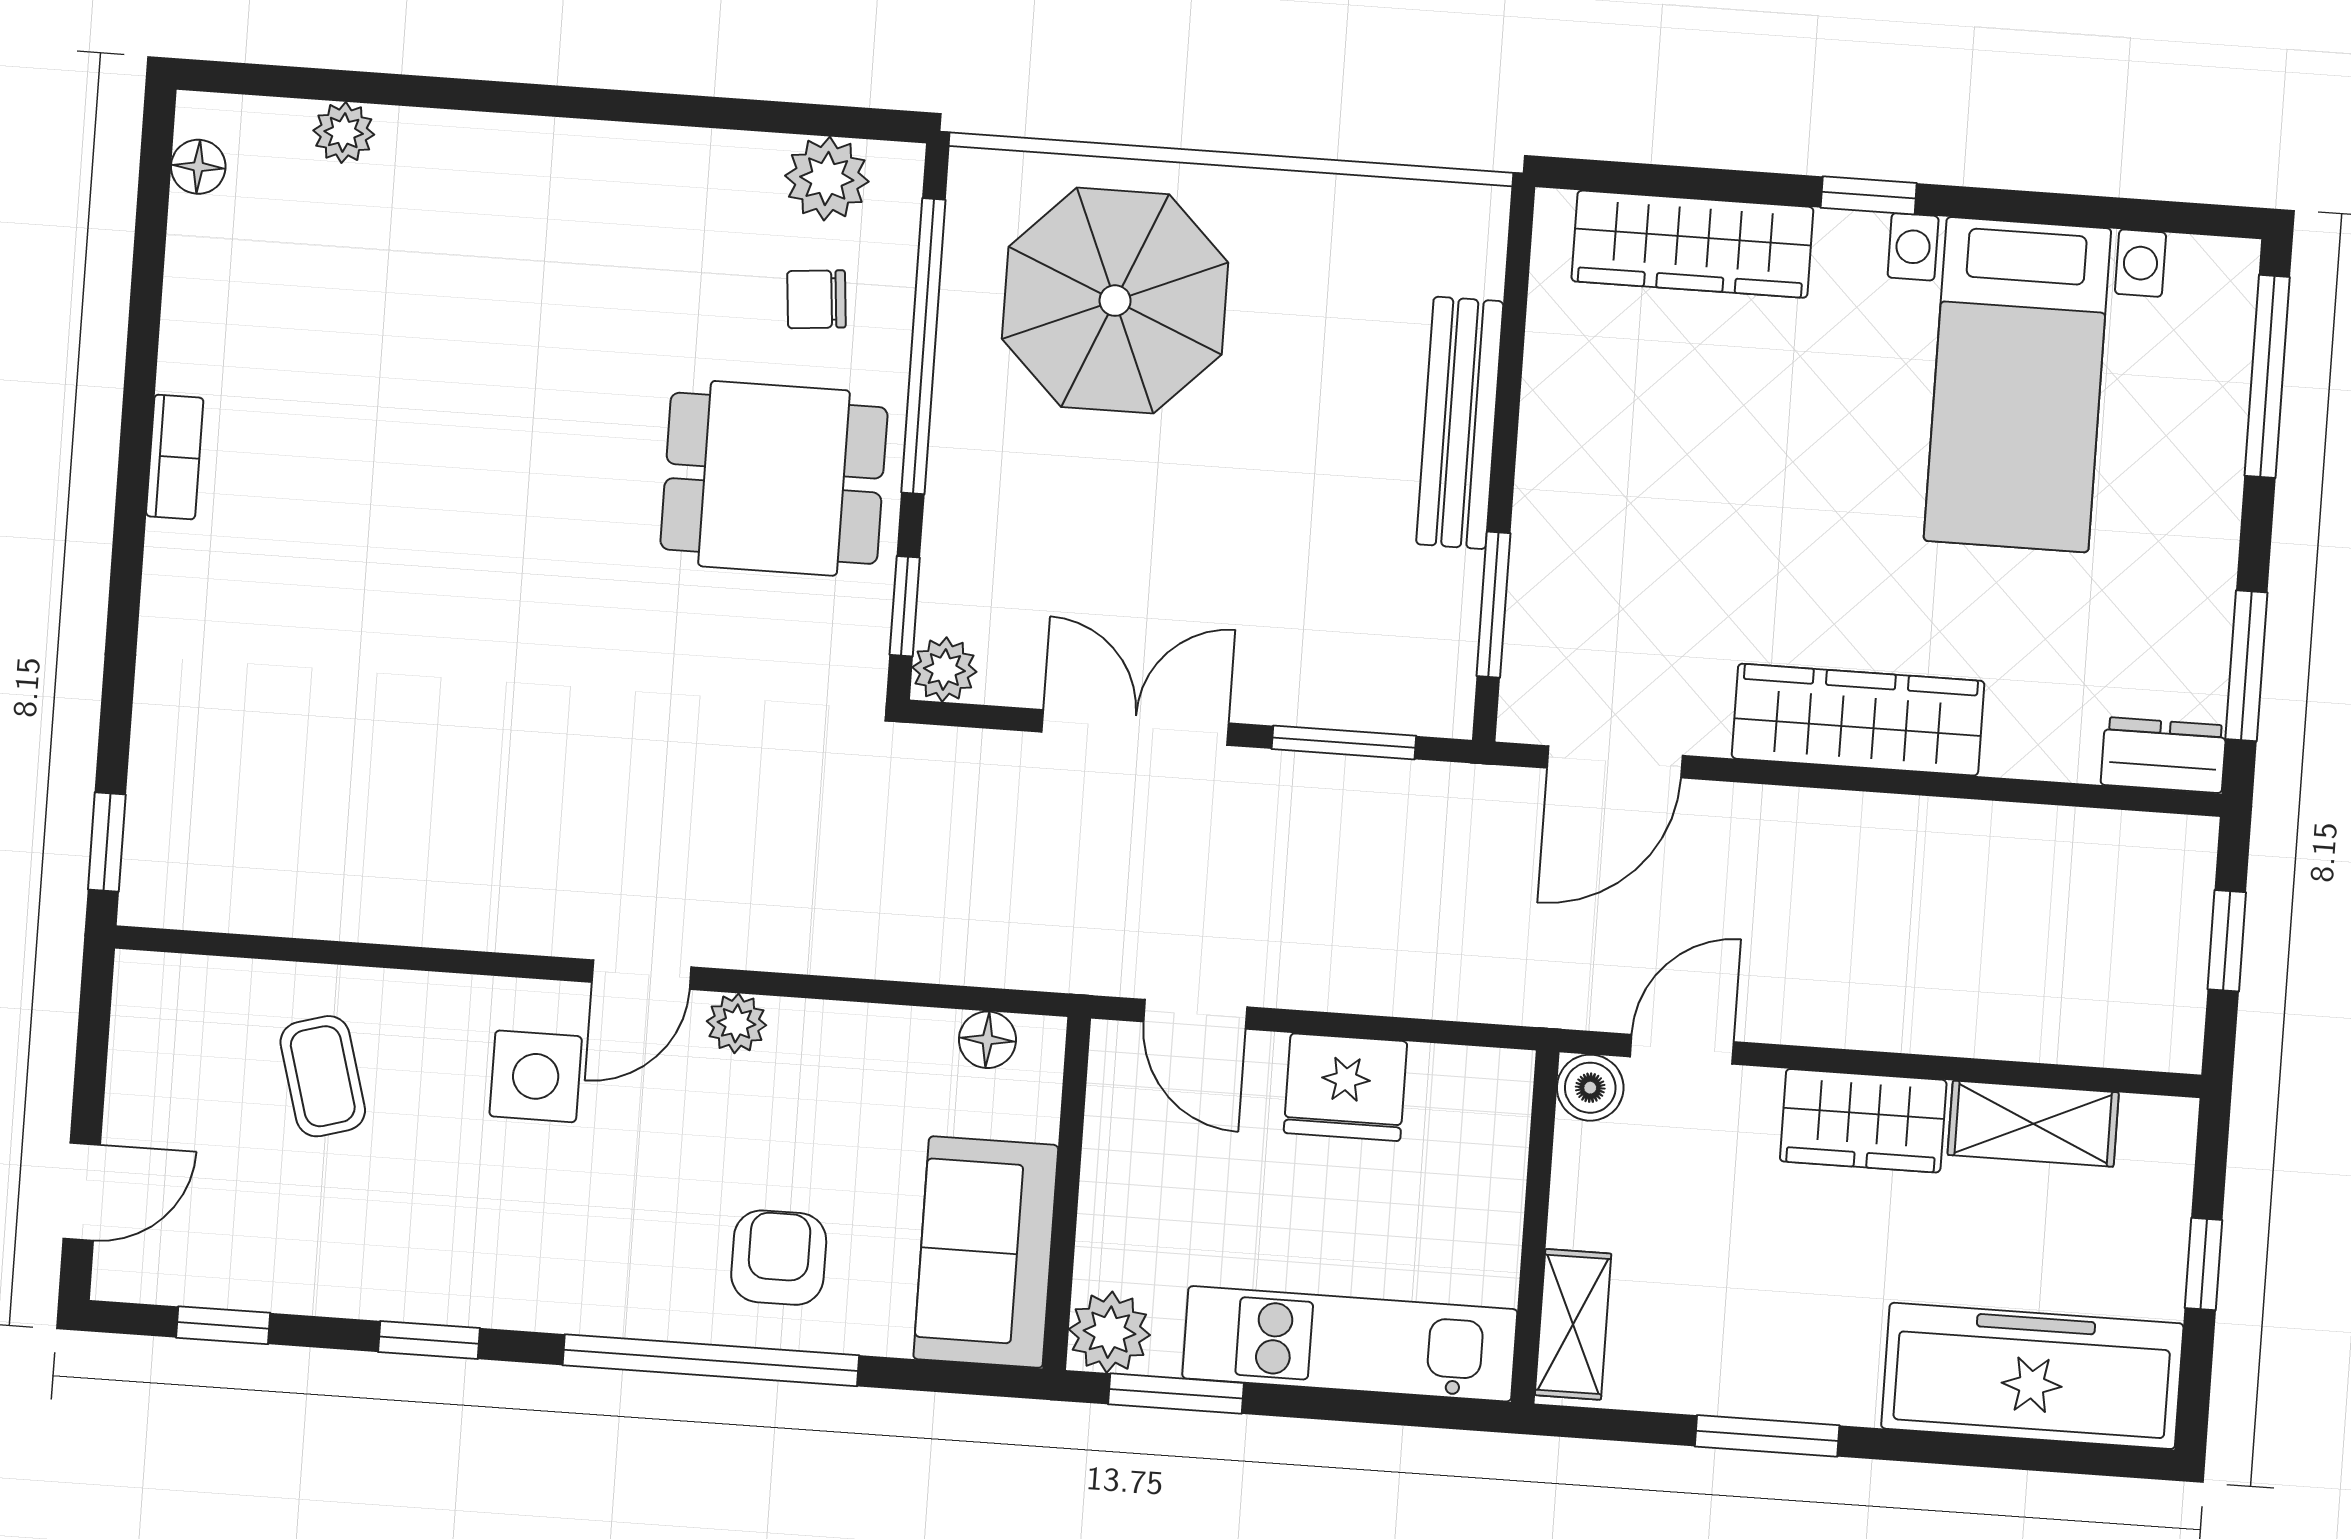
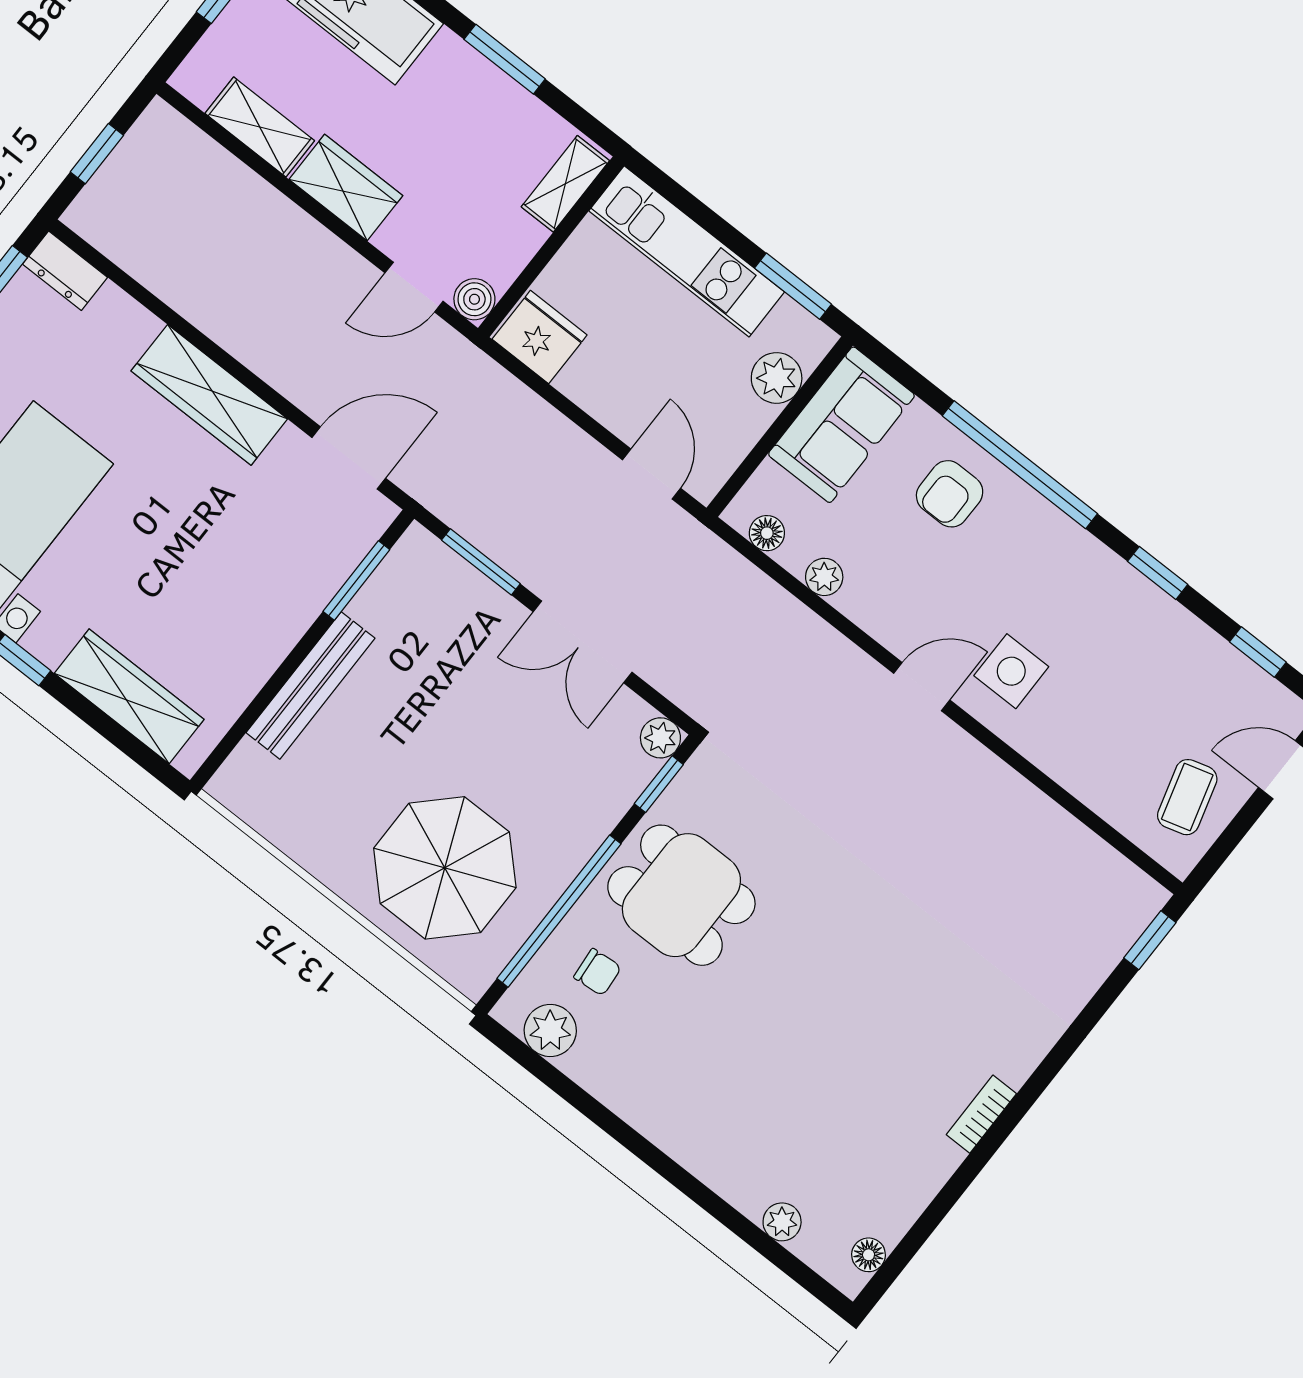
plant: (736, 1023) -> (824, 577), moved
coffee table: (323, 1076) -> (1187, 797), moved
fridge: (1345, 1087) -> (540, 337), moved
plant: (1109, 1332) -> (777, 378), moved

